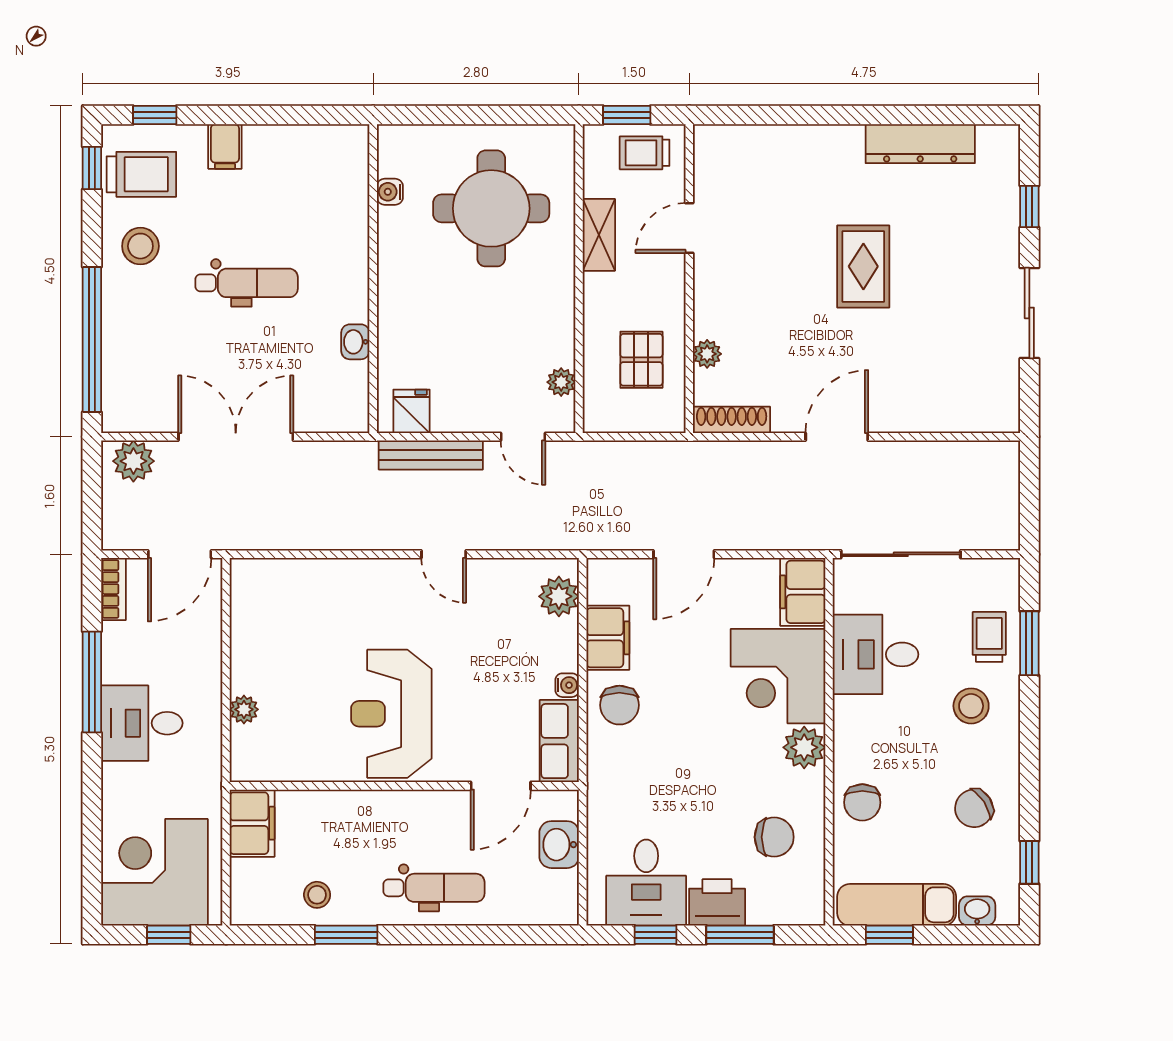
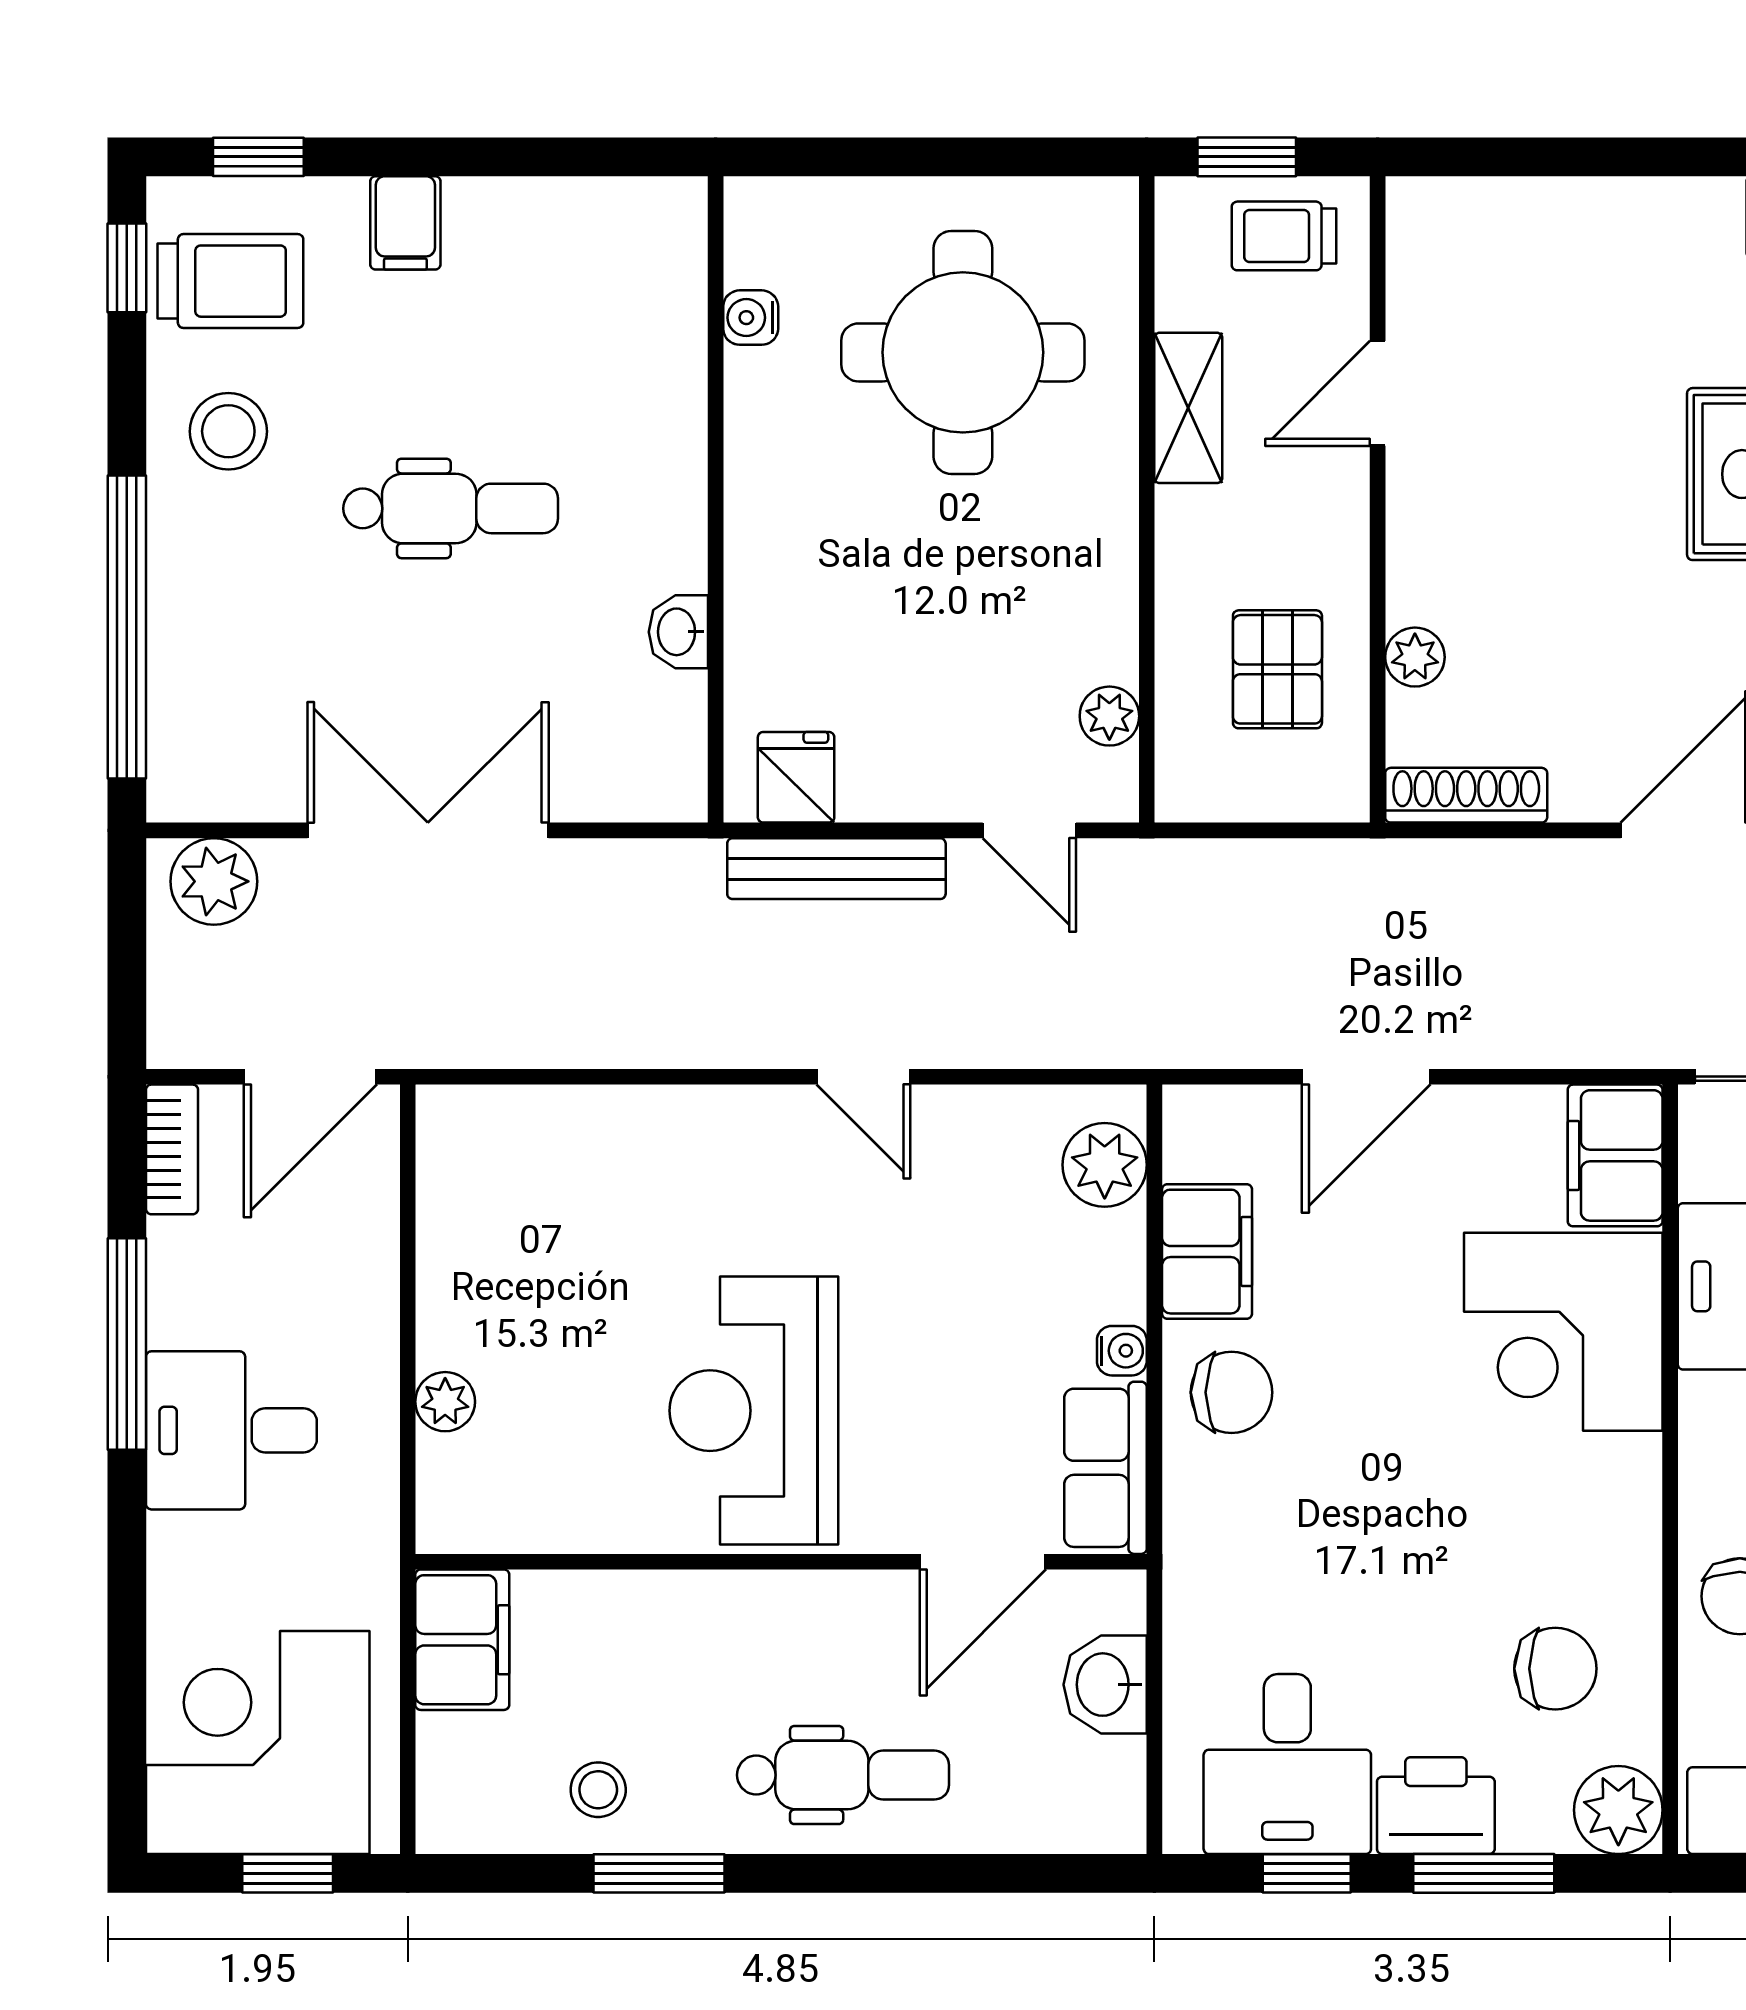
chair: (619, 705) -> (1232, 1392), turned -90
plant: (804, 747) -> (1618, 1810), moved

